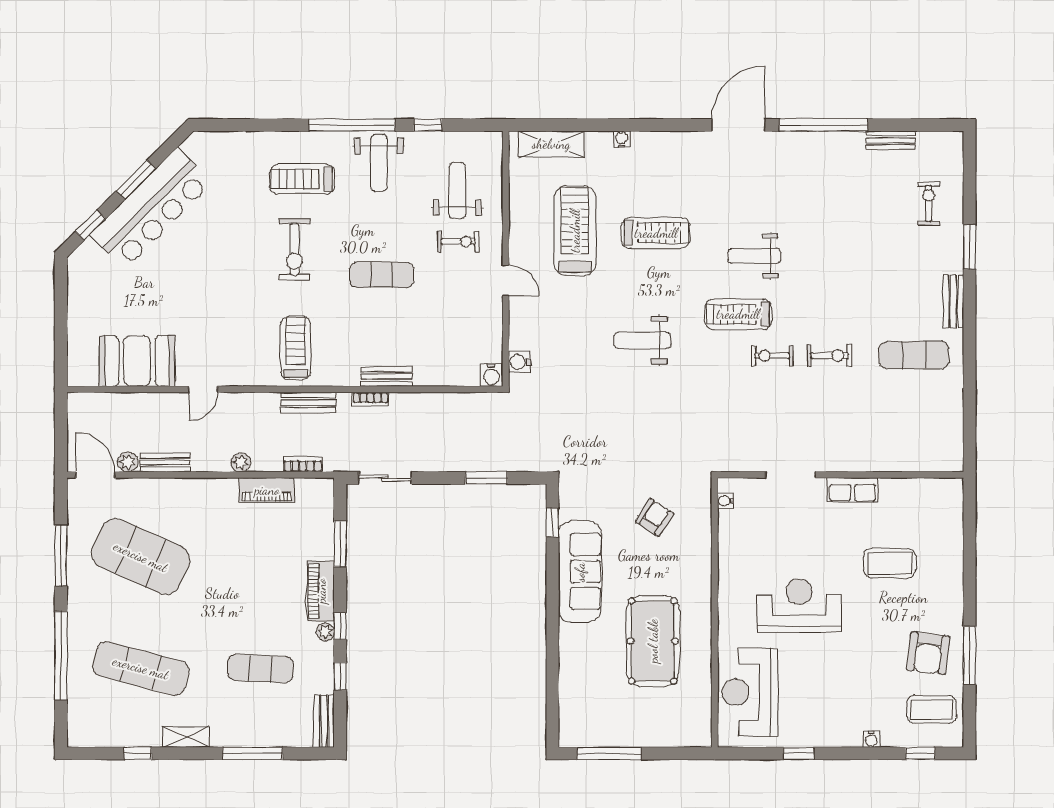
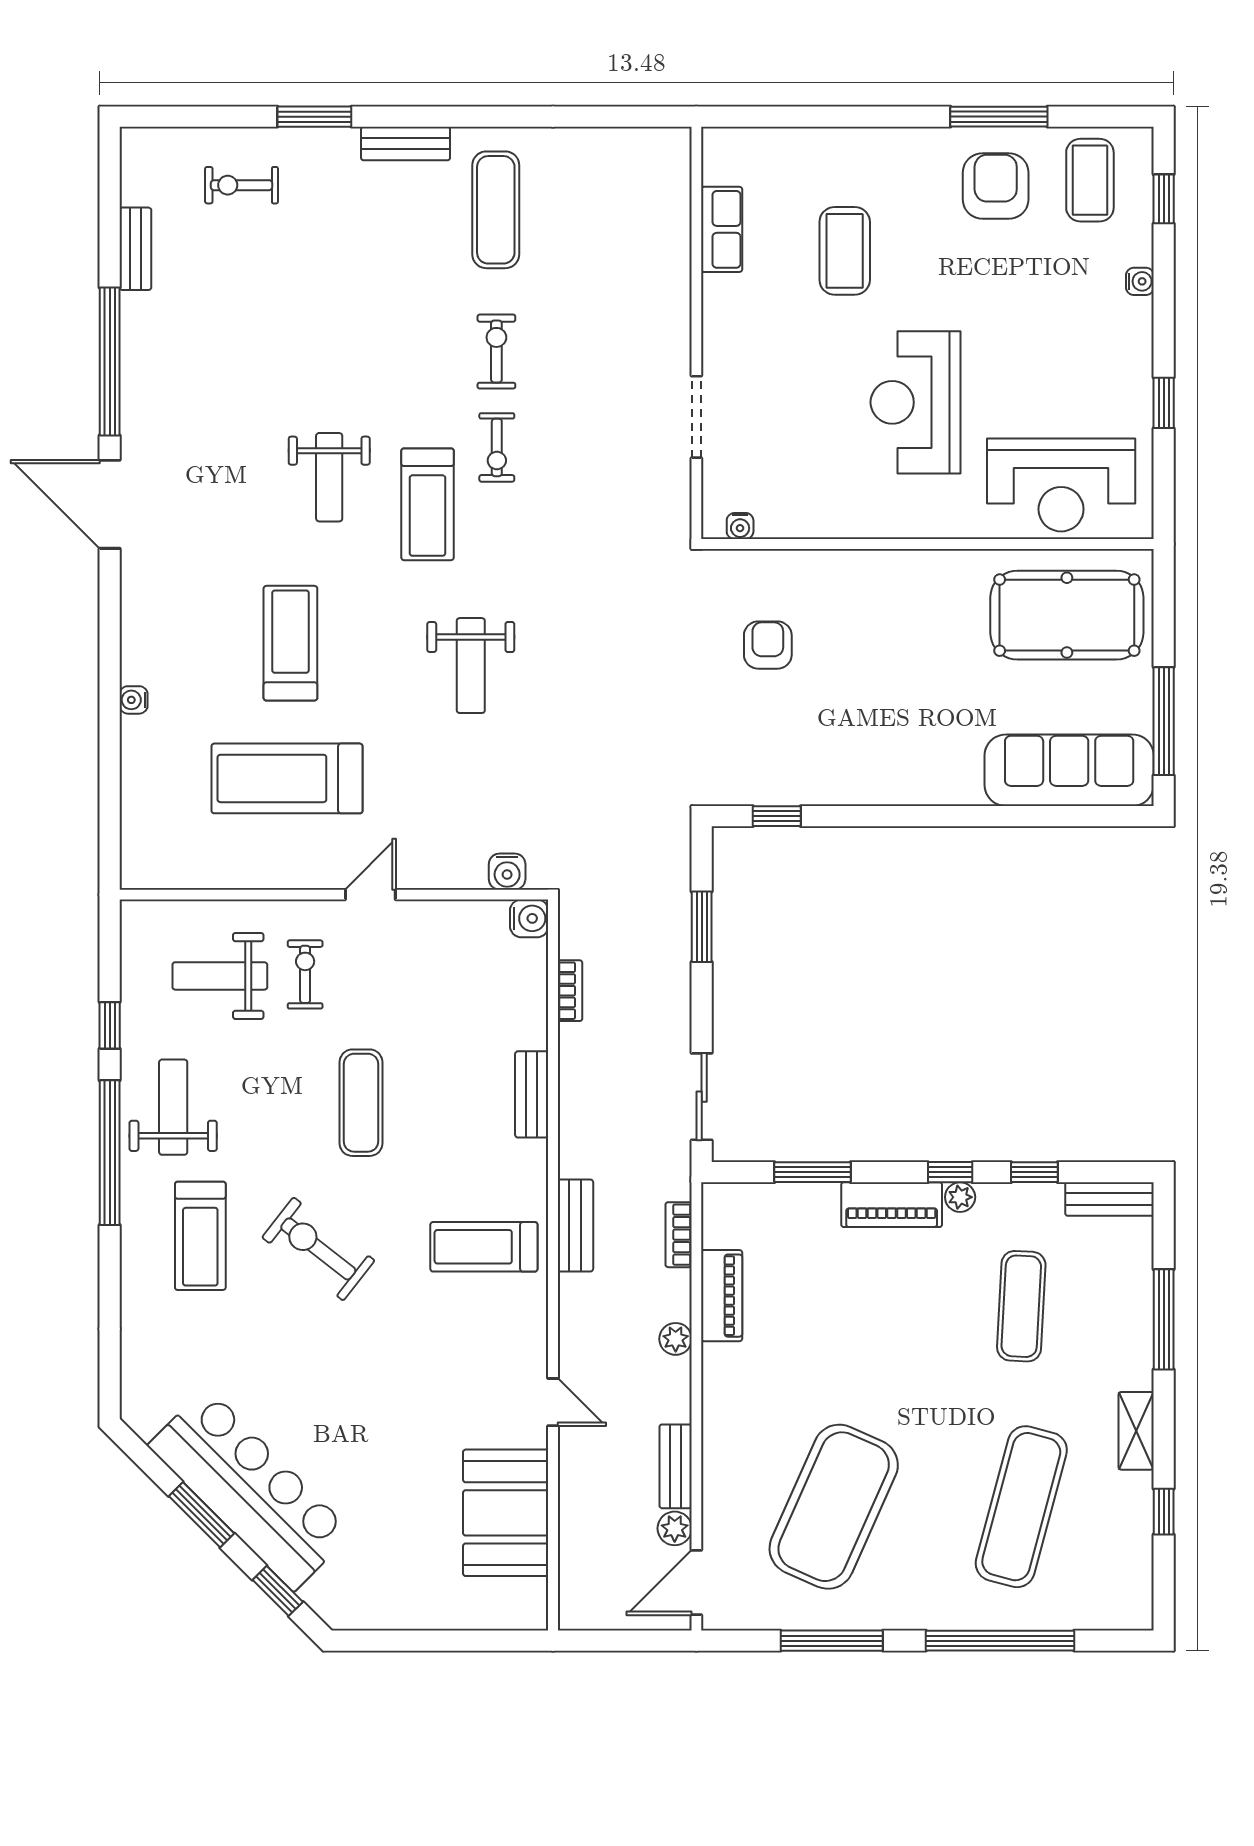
shelving: (551, 144) -> (142, 818), removed
weight bench: (379, 163) -> (173, 1107), turned -90
exercise bike: (294, 249) -> (318, 1249), turned -142
bookcase: (370, 399) -> (570, 991), moved
row of seats: (853, 490) -> (722, 229), moved
armchair: (654, 517) -> (768, 645), turned 57
sofa: (580, 572) -> (1069, 770), moved
pool table: (653, 641) -> (1067, 615), moved
armchair: (928, 653) -> (996, 186), turned -97

